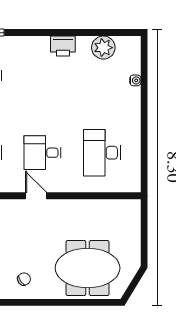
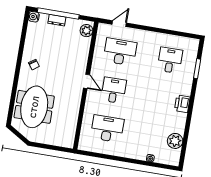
printer: (63, 46) -> (182, 104), moved
door: (36, 196) -> (86, 81), hinge flipped

